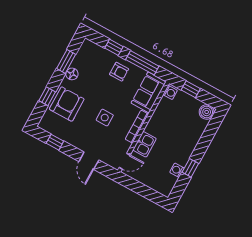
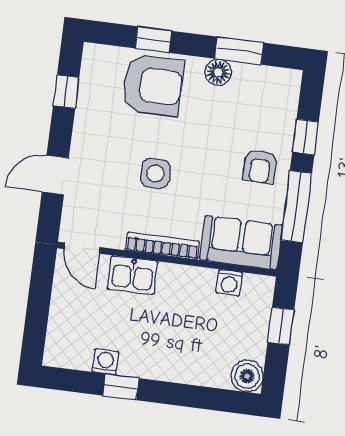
washing machine: (170, 92) -> (229, 283), moved

